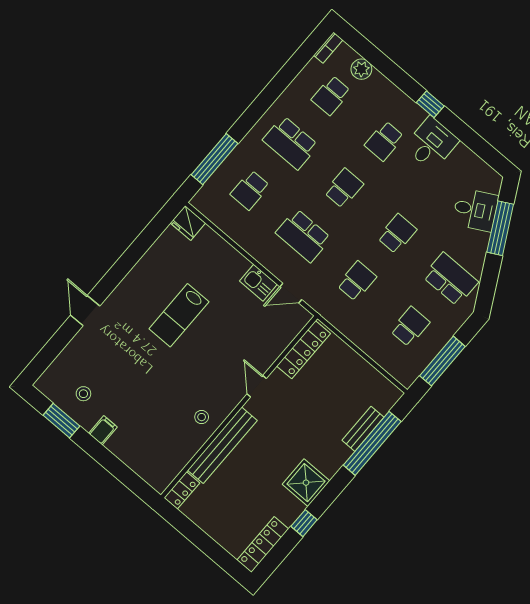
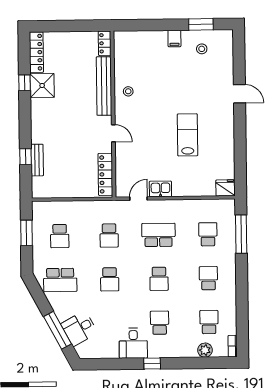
school desk: (291, 143) -> (208, 278), width x0.54
window: (442, 361) -> (26, 233), width x0.69
window: (372, 443) -> (25, 157), width x0.32
shower: (306, 483) -> (42, 85), moved

